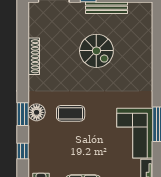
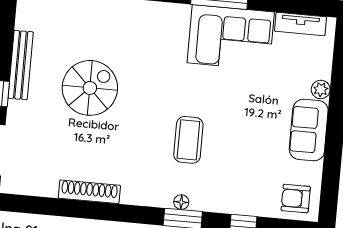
floor lamp: (37, 112) -> (181, 202), width x0.53, depth x0.53

